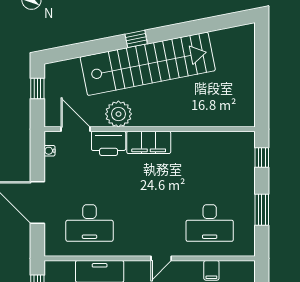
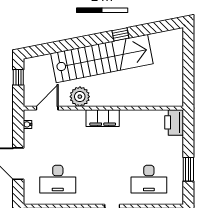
window: (136, 39) -> (120, 34), moved
door: (75, 129) -> (47, 108), hinge flipped
printer: (109, 143) -> (174, 122), moved, turned 90
window: (262, 158) -> (188, 130), removed

